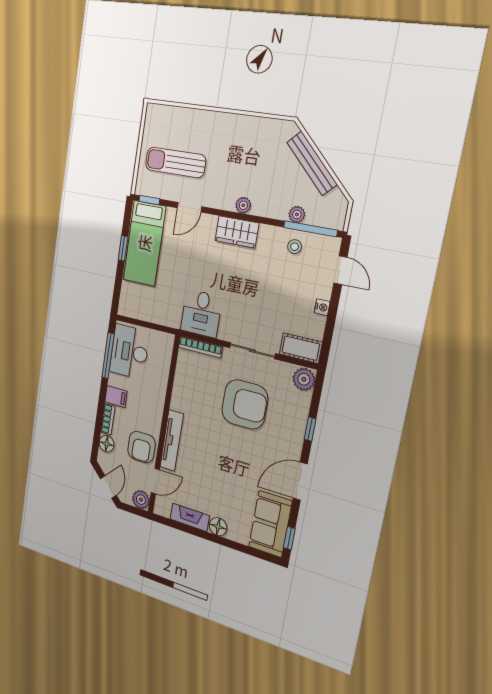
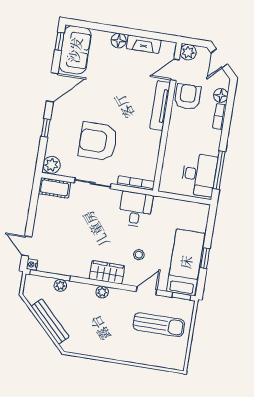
stool: (295, 247) -> (139, 255), moved
nightstand: (322, 307) -> (32, 265), moved
filing cabinet: (116, 397) -> (212, 136), removed

